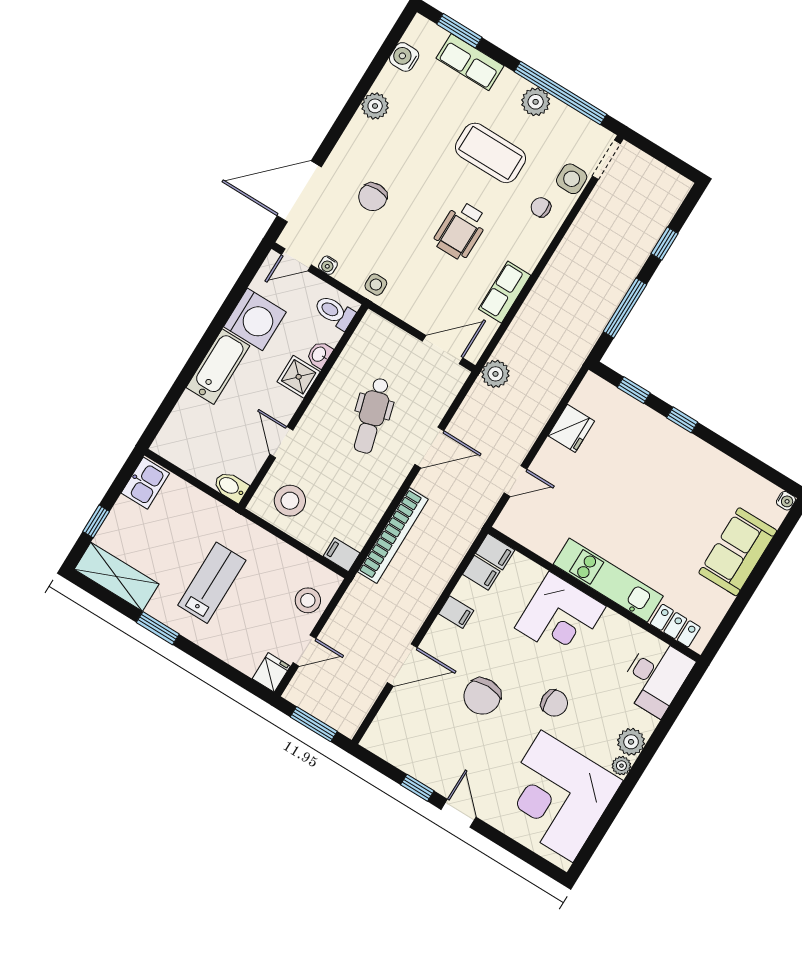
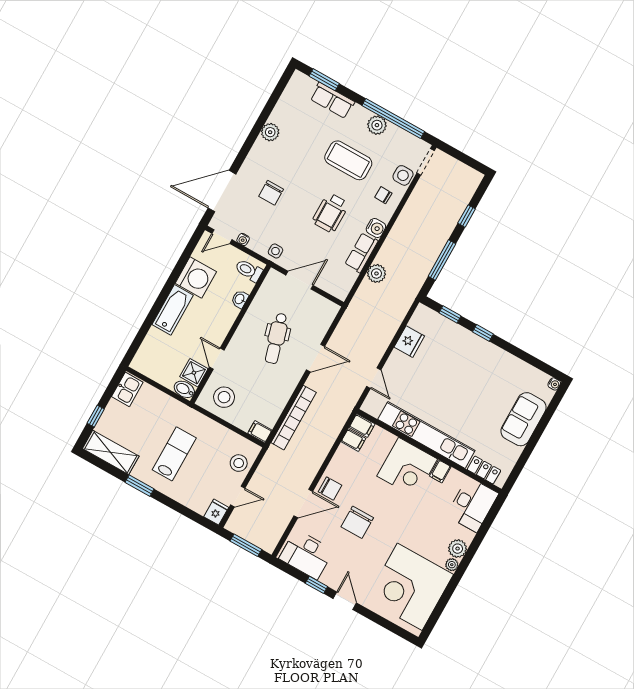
water cooler: (404, 57) -> (376, 228), moved, turned 180
door: (443, 350) -> (300, 280), moved
plant: (495, 374) -> (376, 273), moved
shower: (299, 377) -> (194, 373), moved
door: (515, 481) -> (374, 378), hinge flipped
kitchen unit: (608, 580) -> (426, 435), width x1.36
filing cabinet: (456, 612) -> (440, 471), moved, turned 90
chair: (554, 703) -> (330, 489), moved
desk: (404, 741) -> (306, 554), added

